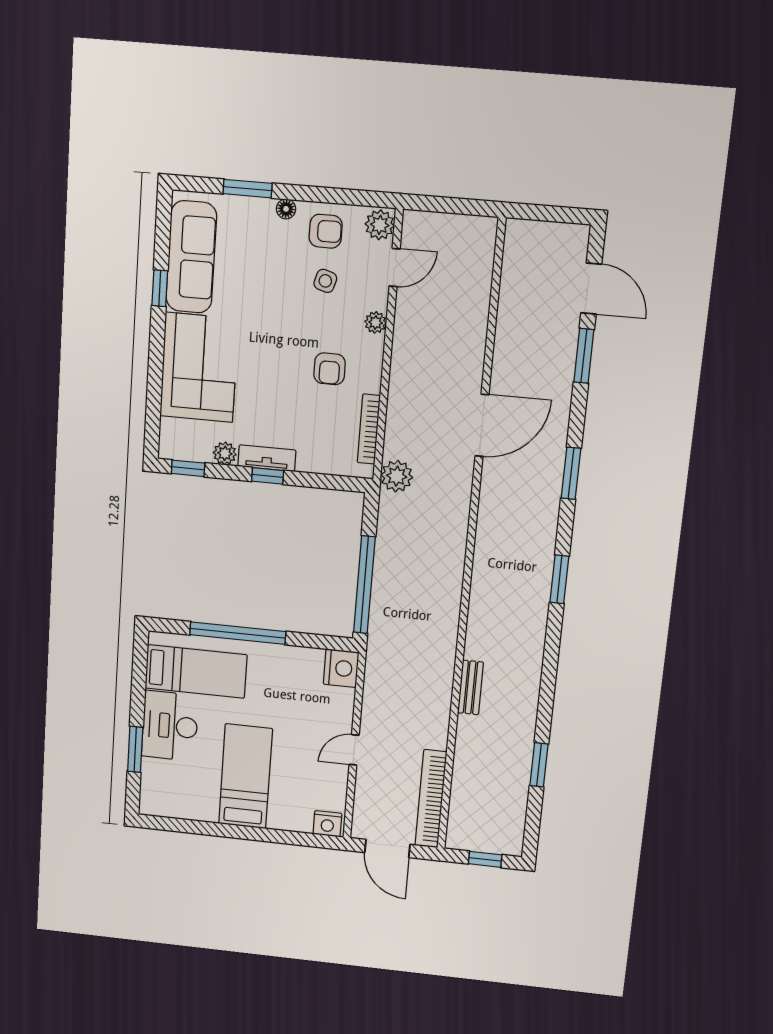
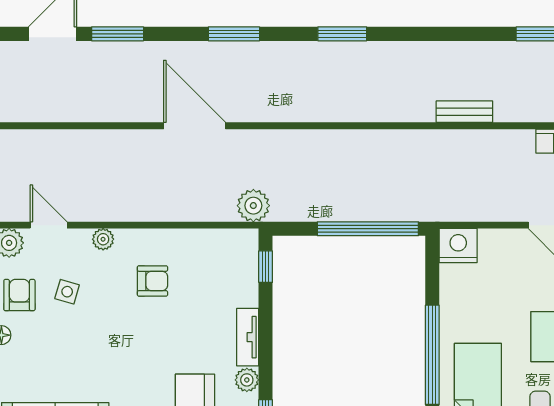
bookcase: (369, 429) -> (209, 237), removed
window: (268, 476) -> (266, 267), moved

